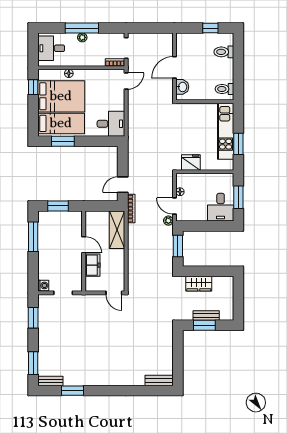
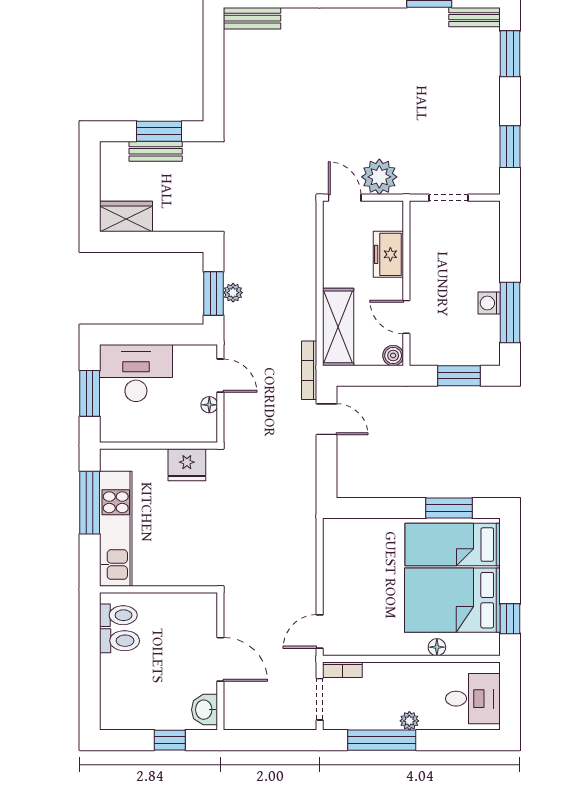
window: (82, 28) -> (382, 740), moved
window: (210, 28) -> (170, 740), moved
toilet: (224, 52) -> (119, 641), moved
door: (174, 67) -> (220, 659), hinge flipped
washbasin: (182, 87) -> (205, 710), moved
desk: (111, 124) -> (351, 544), removed
window: (238, 144) -> (90, 503), width x1.44
door: (123, 185) -> (327, 419), hinge flipped
desk: (221, 207) -> (136, 373), width x1.37
boiler: (90, 216) -> (393, 355), added
plant: (168, 221) -> (233, 293), moved
door: (84, 245) -> (406, 317), moved
wardrobe: (199, 284) -> (126, 217), moved
washing machine: (43, 285) -> (489, 303), moved
plant: (97, 303) -> (379, 177), added

